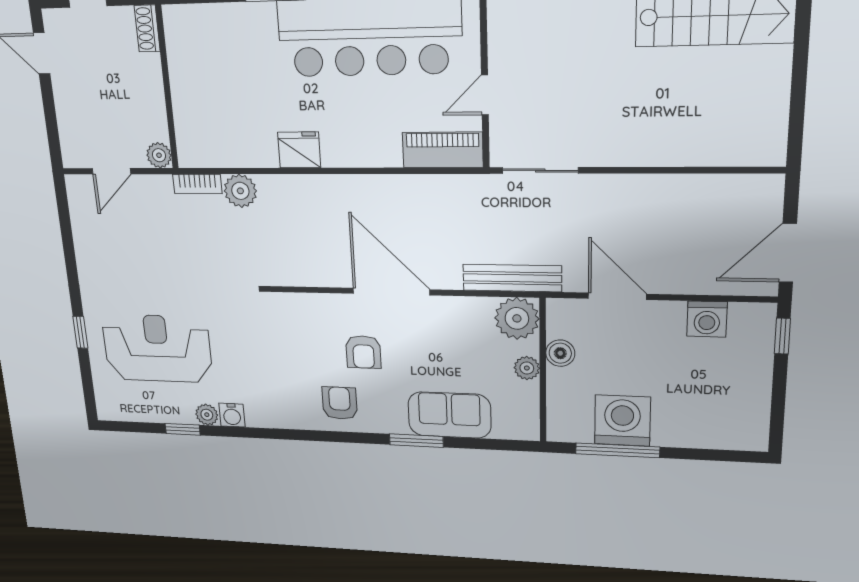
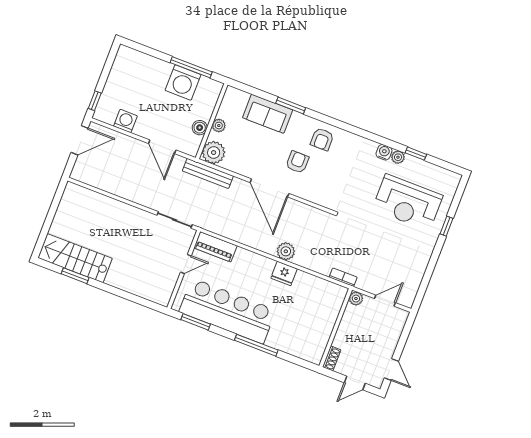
plant: (240, 191) -> (286, 251), moved

